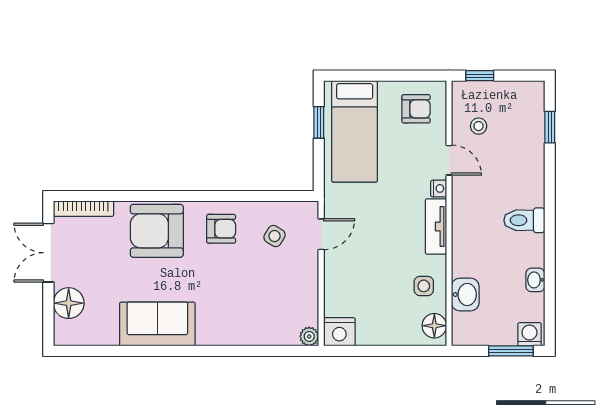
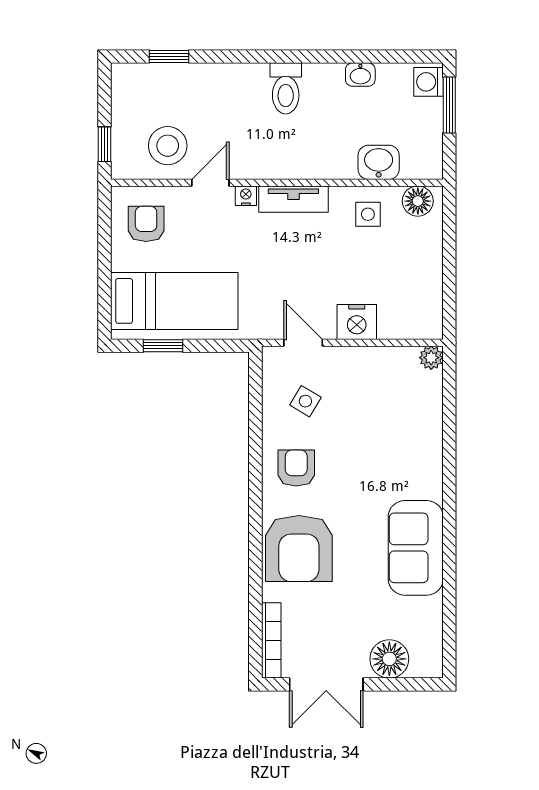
stool: (479, 126) -> (168, 146), width x1.89, depth x1.89
nightstand: (339, 332) -> (357, 322), moved, turned 90

